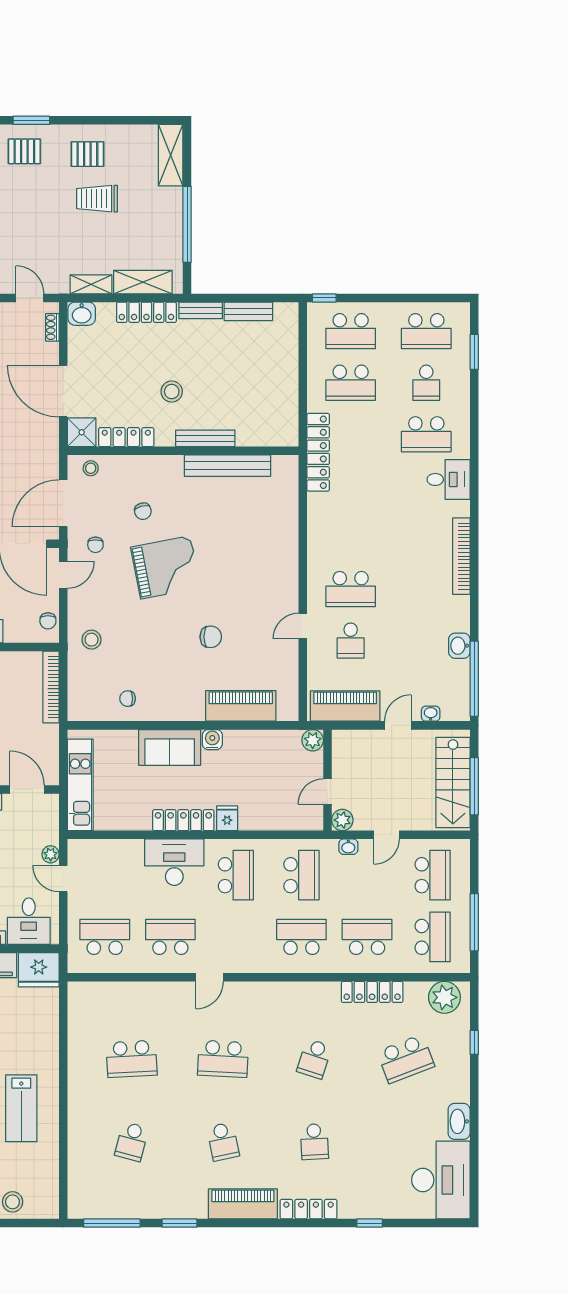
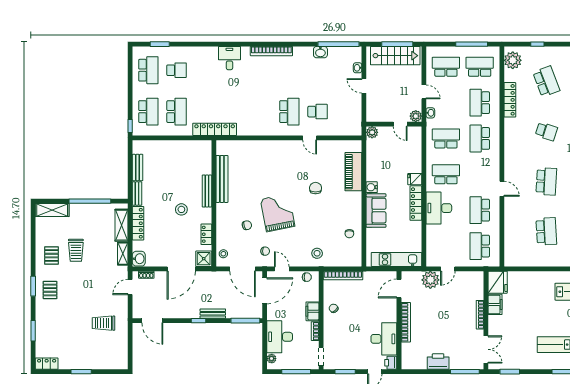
school desk: (426, 434) -> (205, 70), removed
locker: (126, 437) -> (206, 234), width x0.66
piano: (345, 706) -> (353, 115), removed
plant: (51, 854) -> (430, 280), width x1.88, depth x1.88
desk: (29, 921) -> (471, 288), removed

